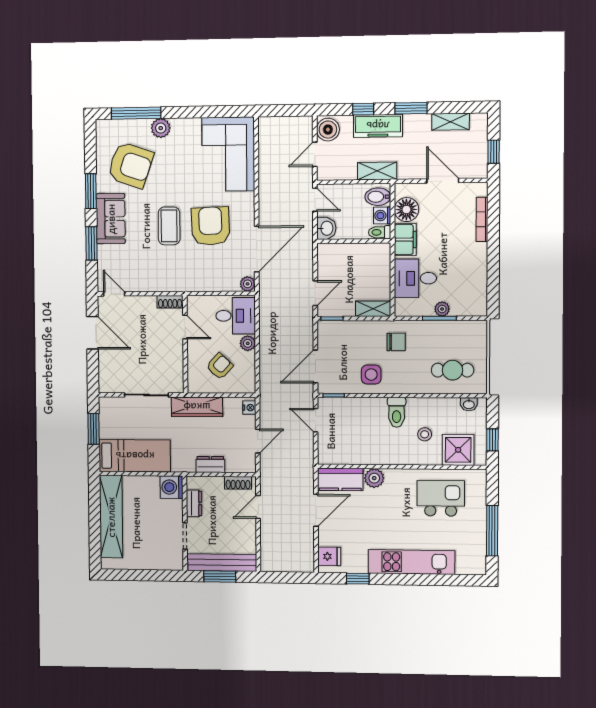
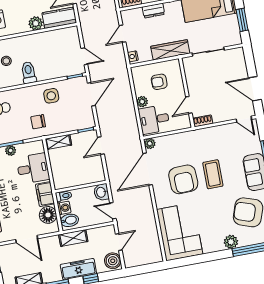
door: (185, 327) -> (189, 105), hinge flipped
armchair: (220, 366) -> (159, 82), turned 47

